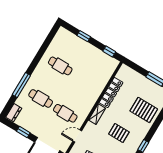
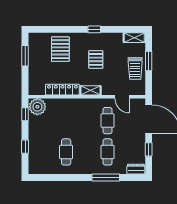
plant: (109, 65) -> (37, 107), added

